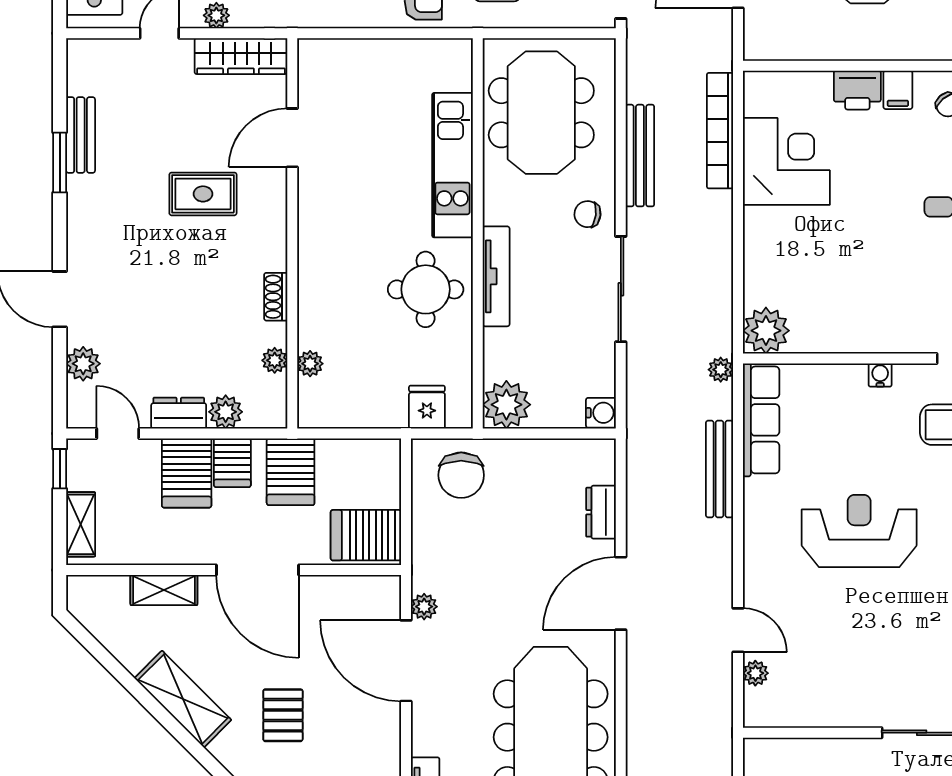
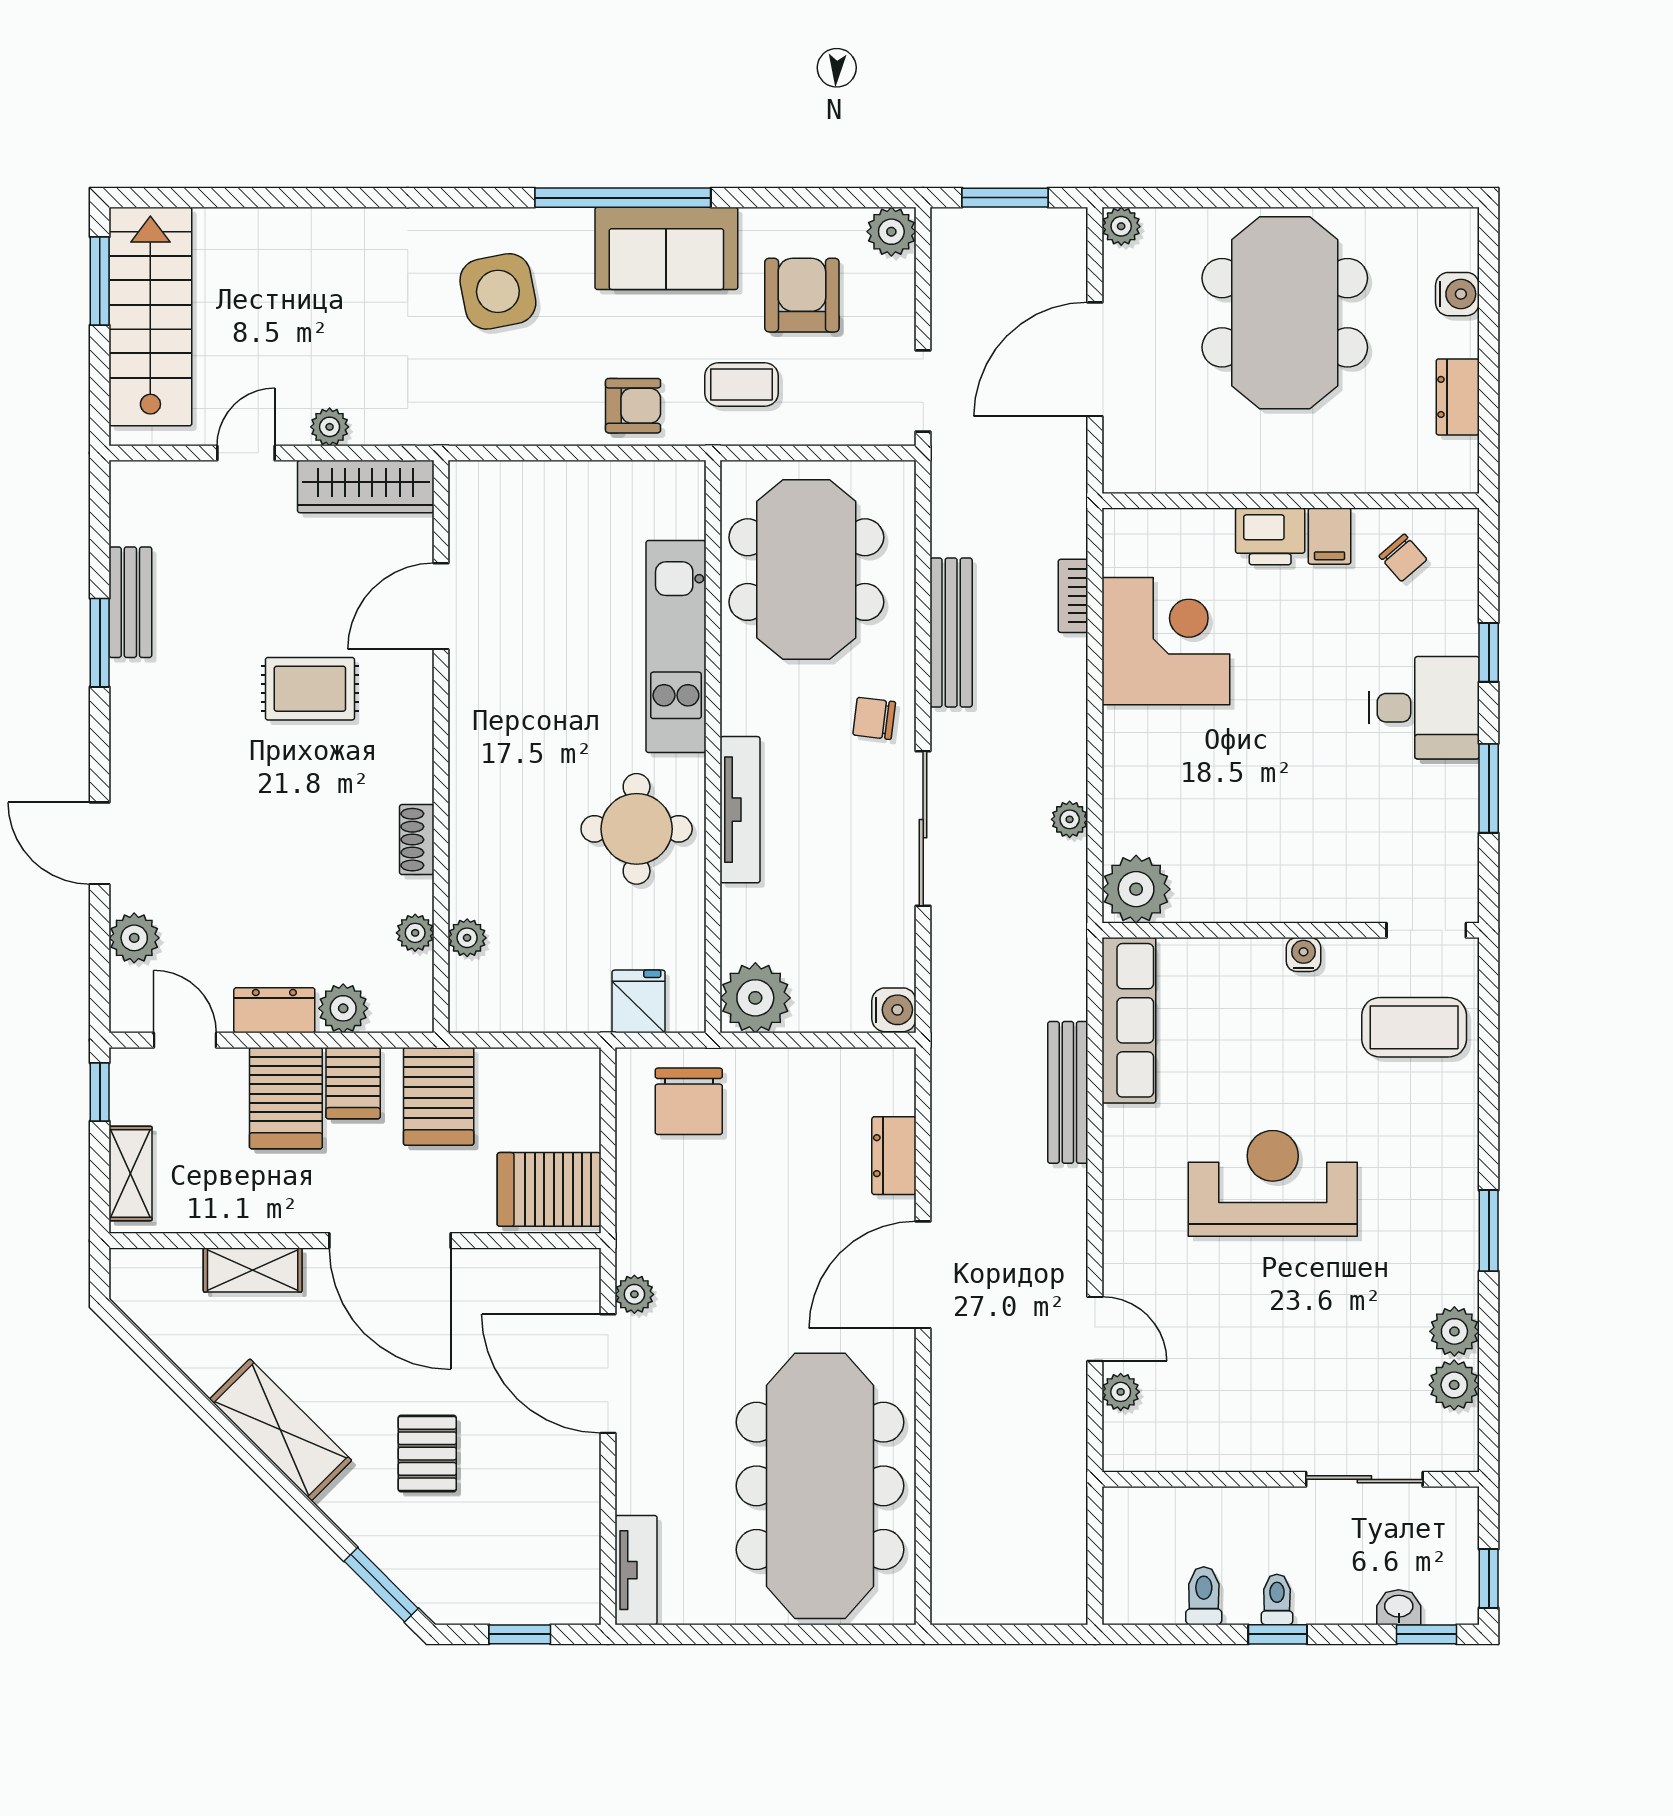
bookcase: (720, 131) -> (1073, 596), width x0.43, depth x0.76
plant: (721, 370) -> (1070, 819), moved

